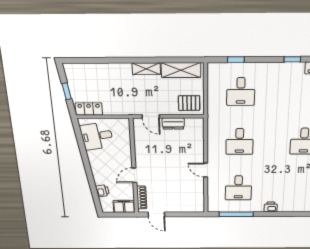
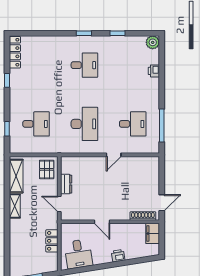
locker: (89, 109) -> (52, 241), moved
door: (151, 116) -> (59, 204), swing flipped
desk: (240, 141) -> (84, 124), width x1.37
door: (134, 175) -> (102, 222), moved
printer: (102, 191) -> (118, 256), moved
printer: (271, 207) -> (154, 71), moved

